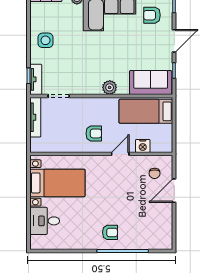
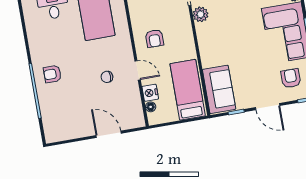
plant: (110, 87) -> (201, 14), moved
floor lamp: (156, 148) -> (151, 107), added
chair: (155, 173) -> (107, 77), moved
armchair: (110, 232) -> (52, 74), turned 90

